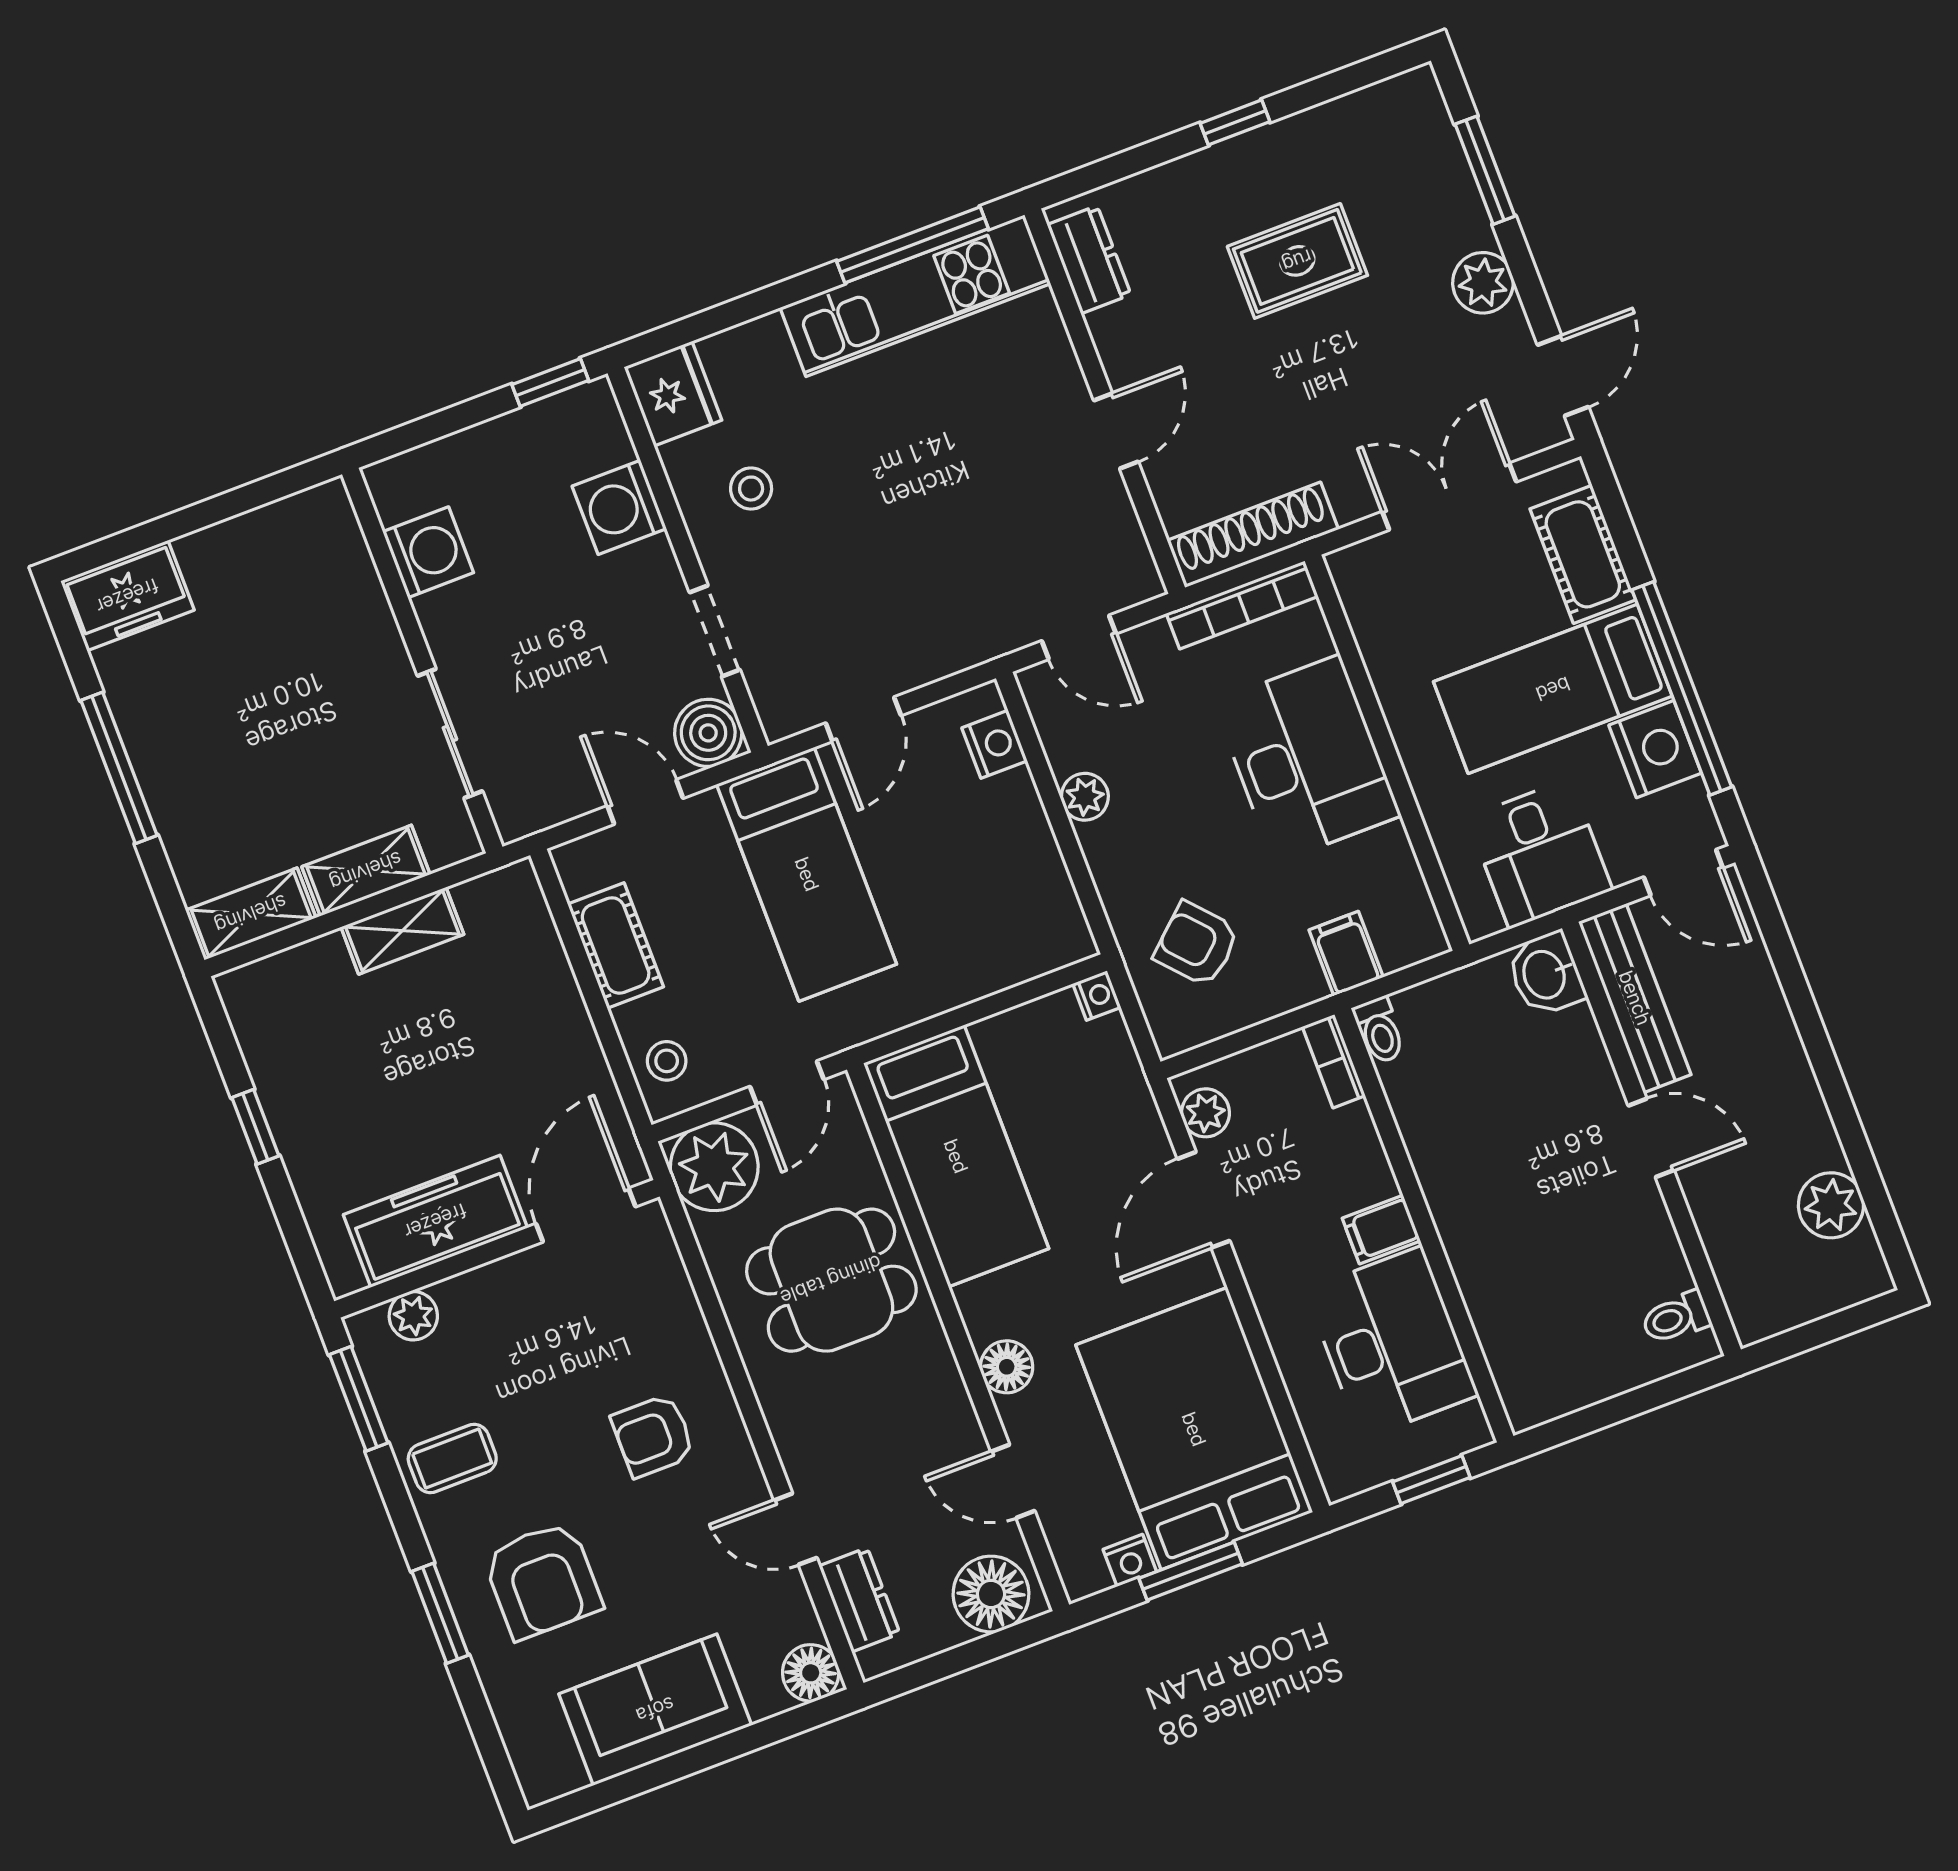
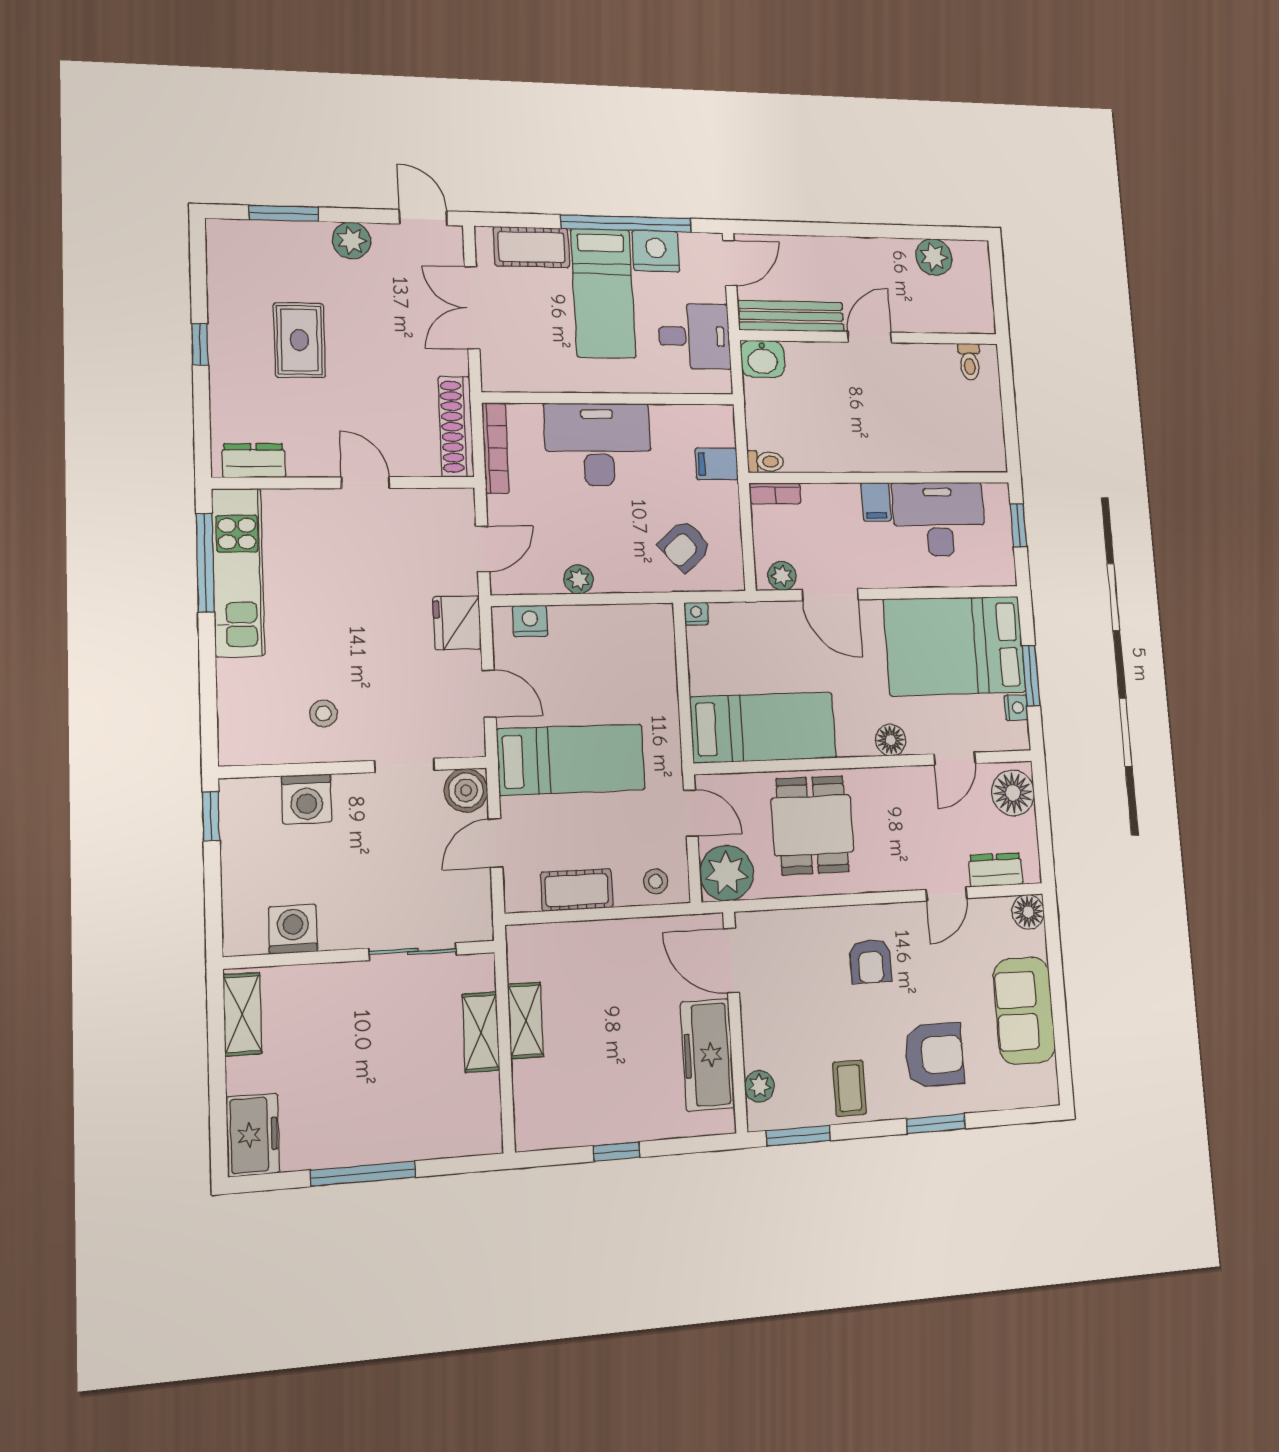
fridge: (673, 394) -> (457, 623), moved, turned -90
shelving: (251, 914) -> (242, 1014), moved

